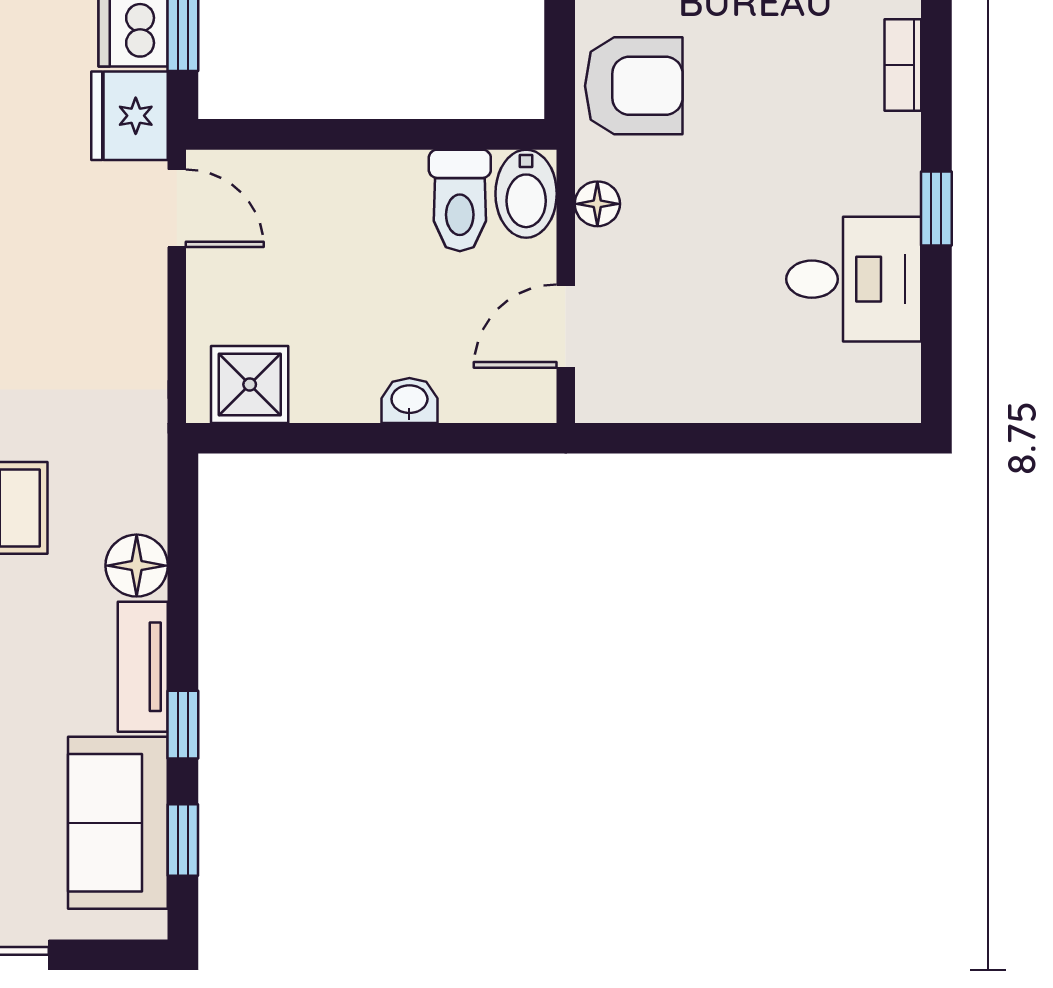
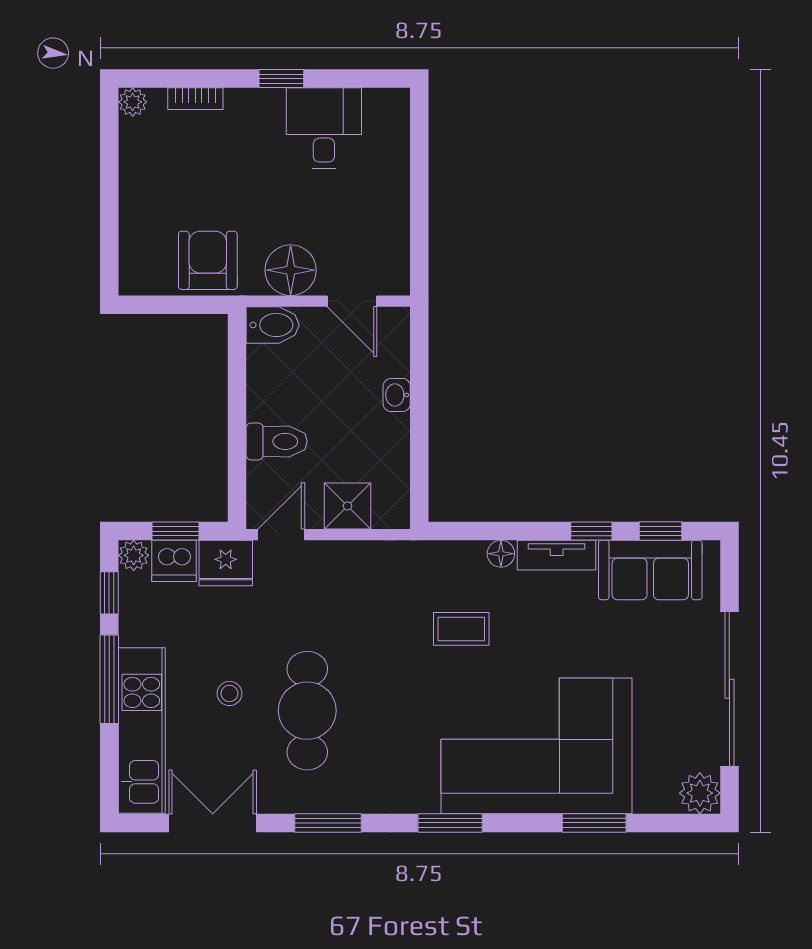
toilet: (460, 200) -> (277, 441), moved
floor lamp: (597, 204) -> (291, 270), width x1.89, depth x1.89
shower: (250, 384) -> (348, 506), moved
floor lamp: (137, 566) -> (501, 554), width x0.73, depth x0.73

